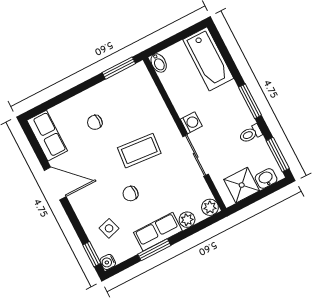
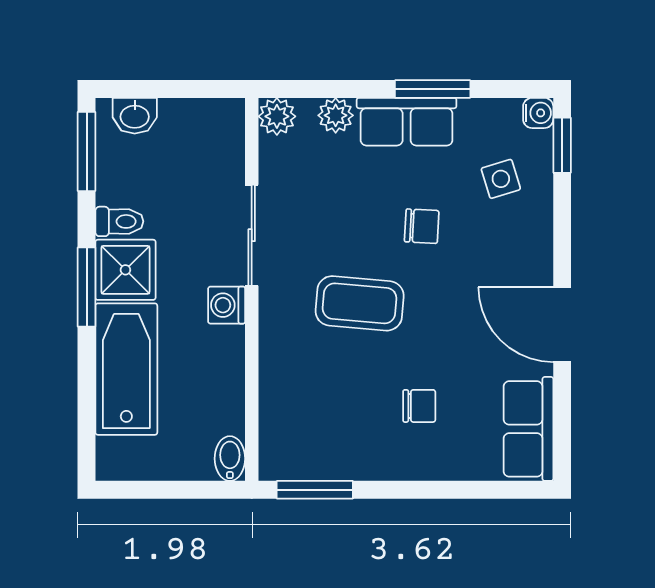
bathtub: (208, 59) -> (126, 369), moved
shower: (242, 185) -> (125, 270), moved

